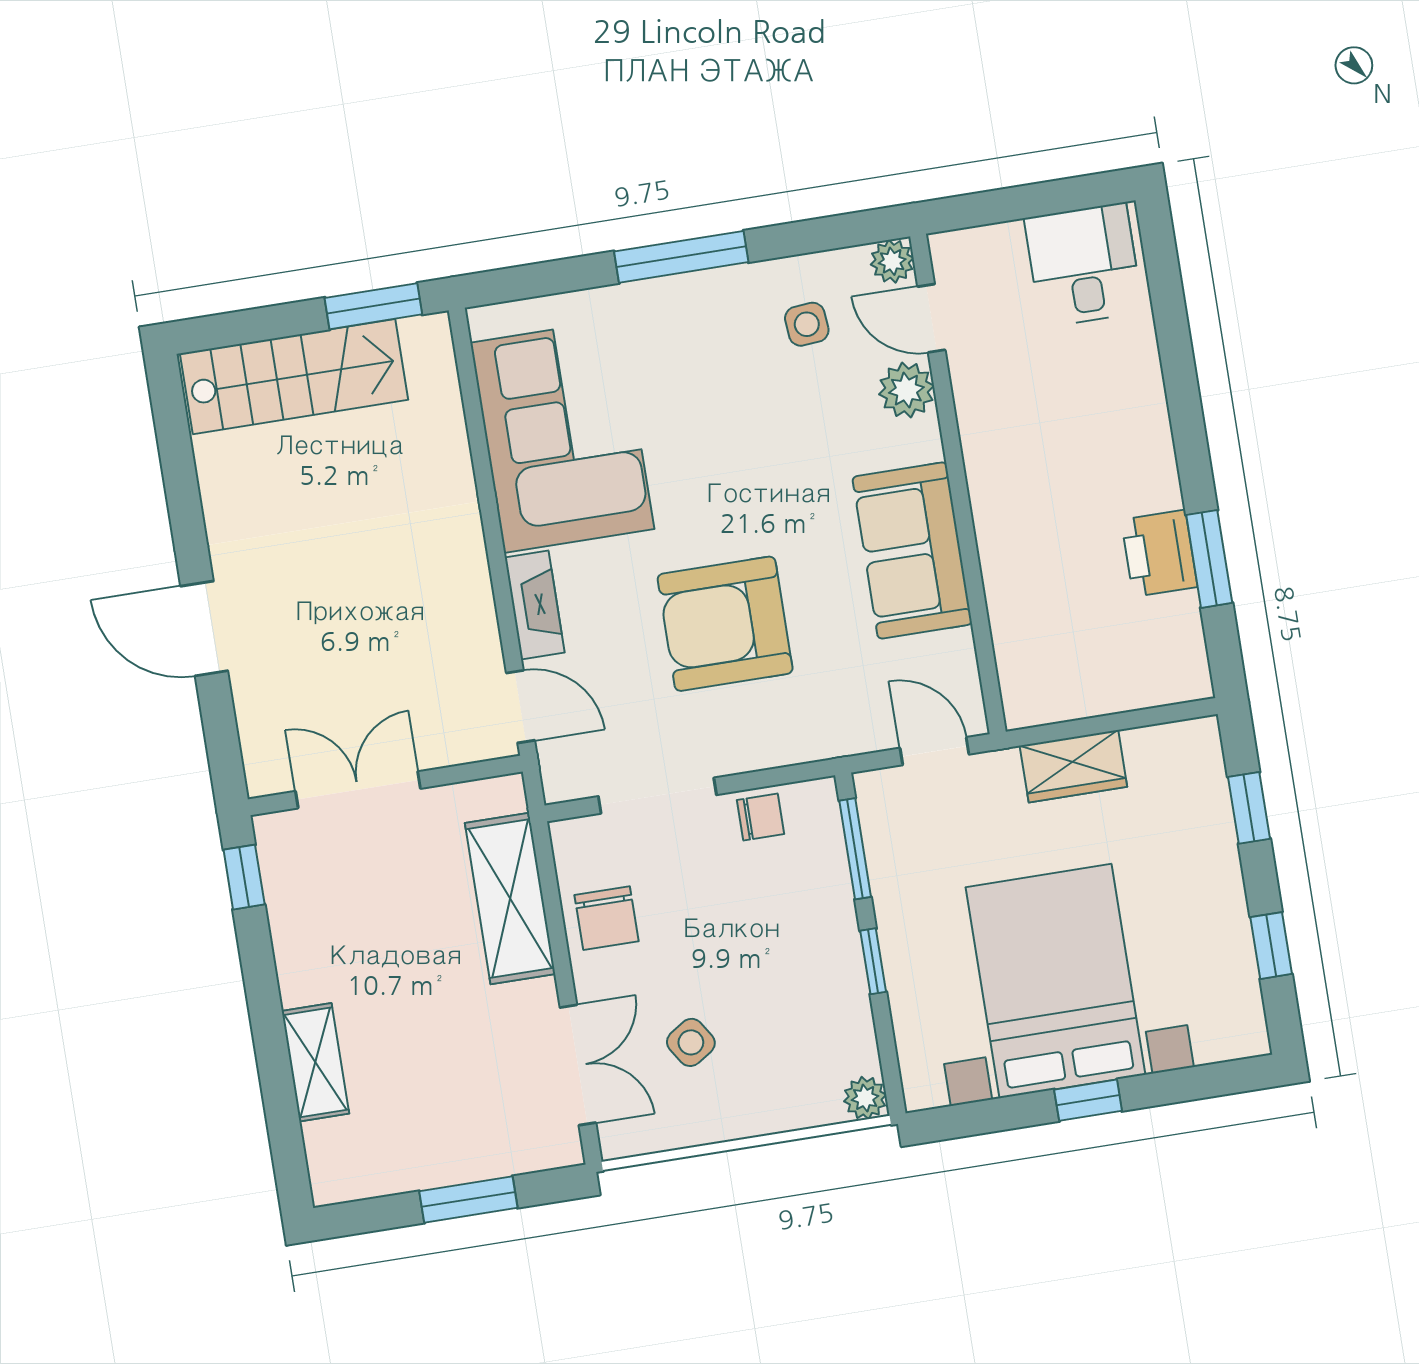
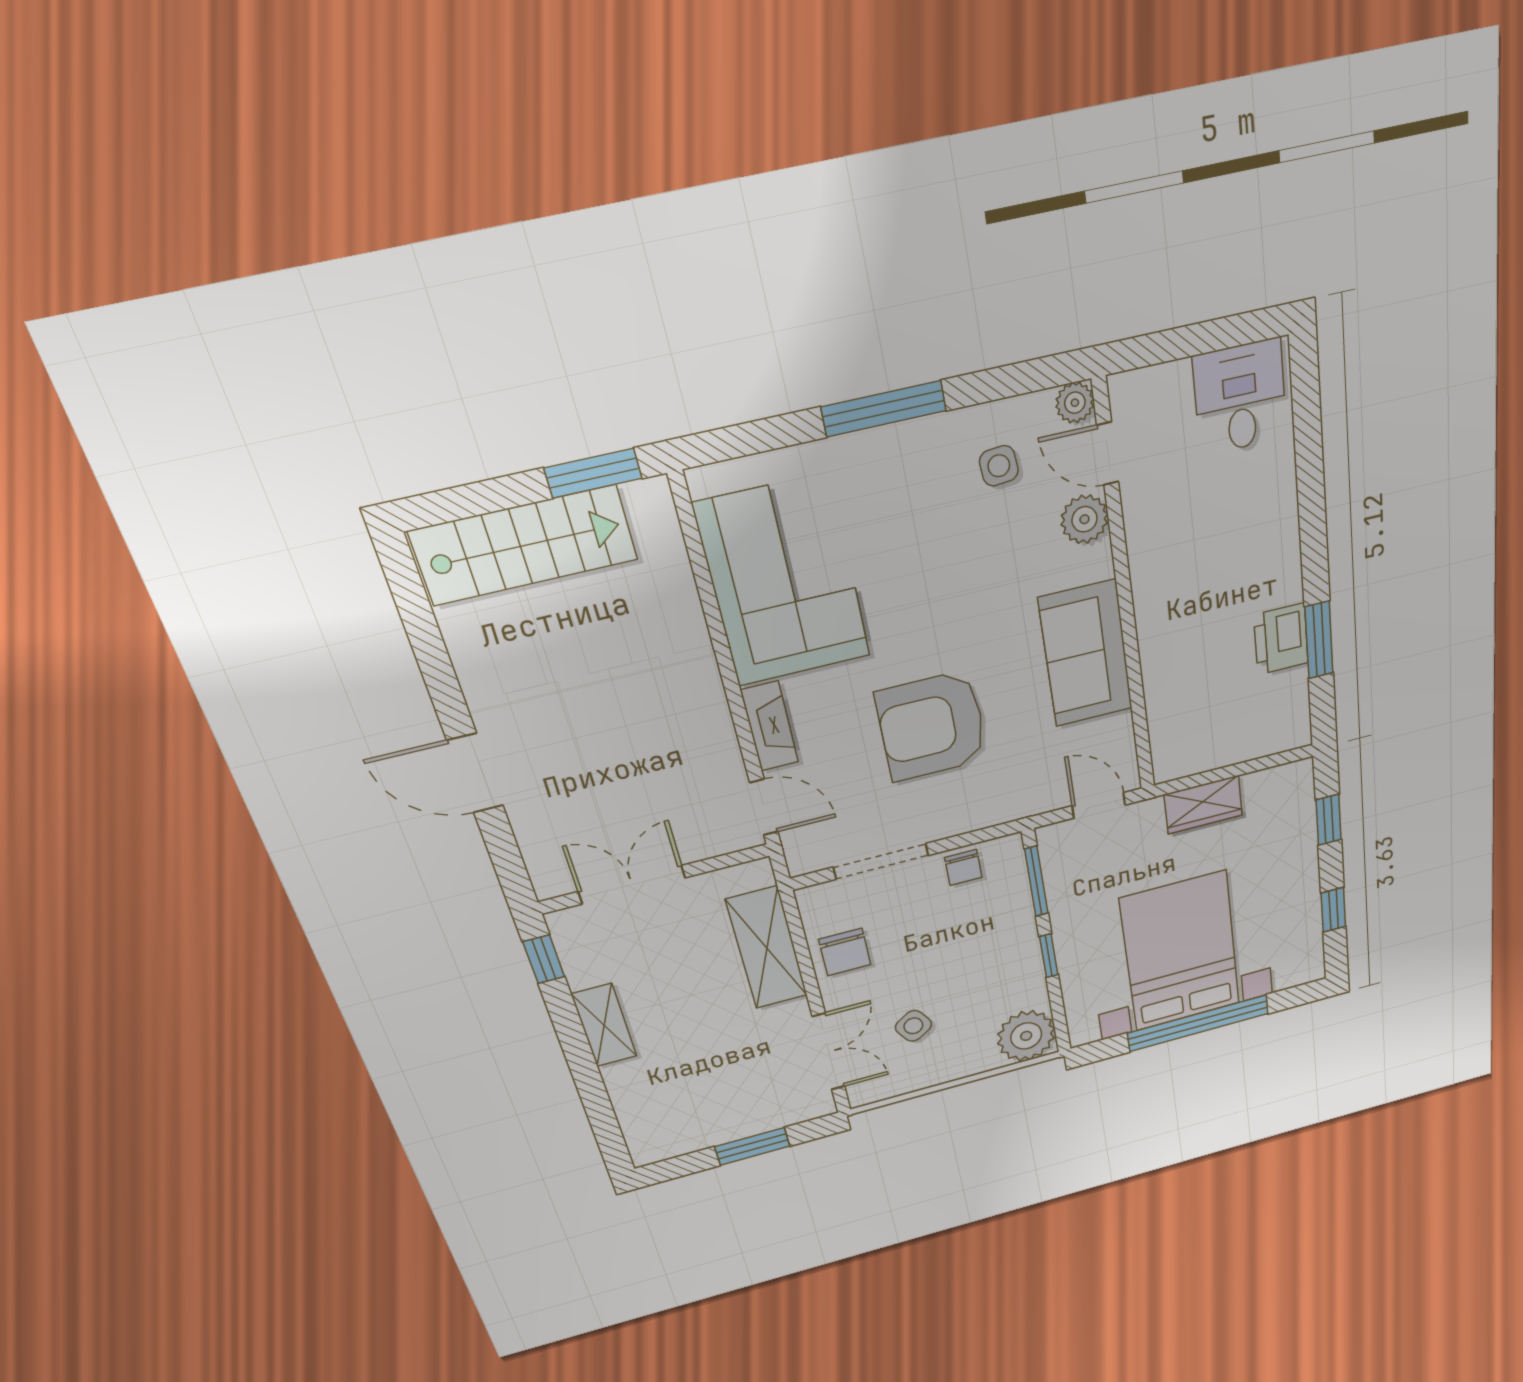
chair: (761, 817) -> (963, 867), turned 90
shelving: (315, 1062) -> (604, 1025), moved
plant: (865, 1098) -> (1026, 1036), width x1.88, depth x1.88
window: (1088, 1100) -> (1198, 1023), width x3.17

